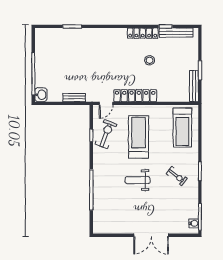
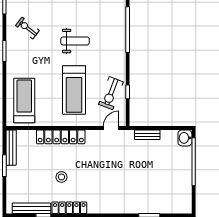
locker: (135, 96) -> (61, 137), moved
exercise bike: (177, 176) -> (27, 28), moved

